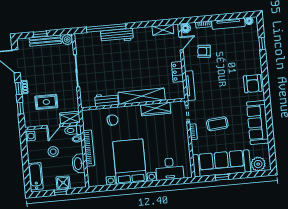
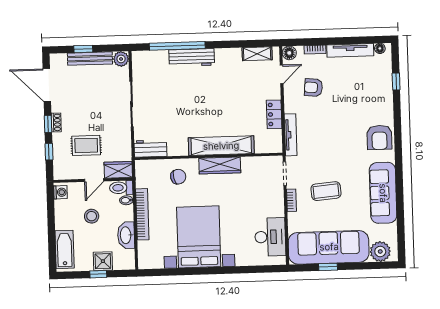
workbench: (107, 100) -> (150, 148), moved
wardrobe: (156, 109) -> (220, 165), moved
desk: (170, 169) -> (270, 237), moved, turned -90

